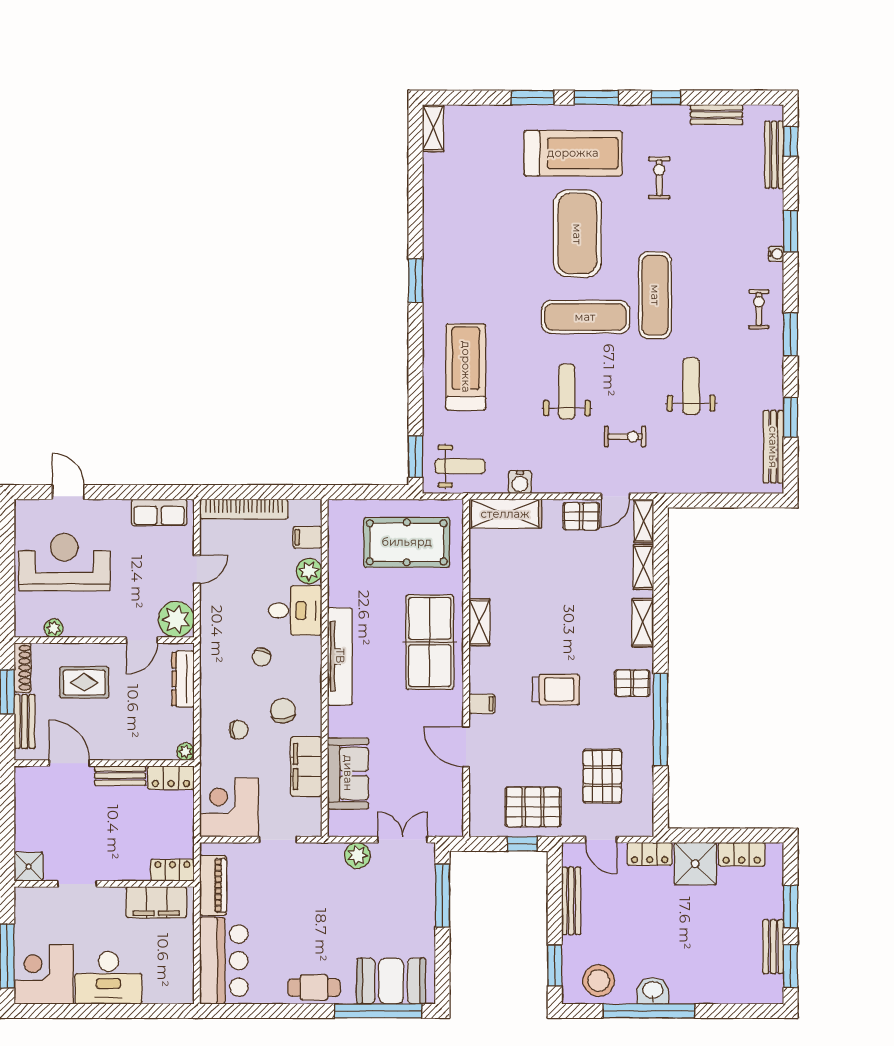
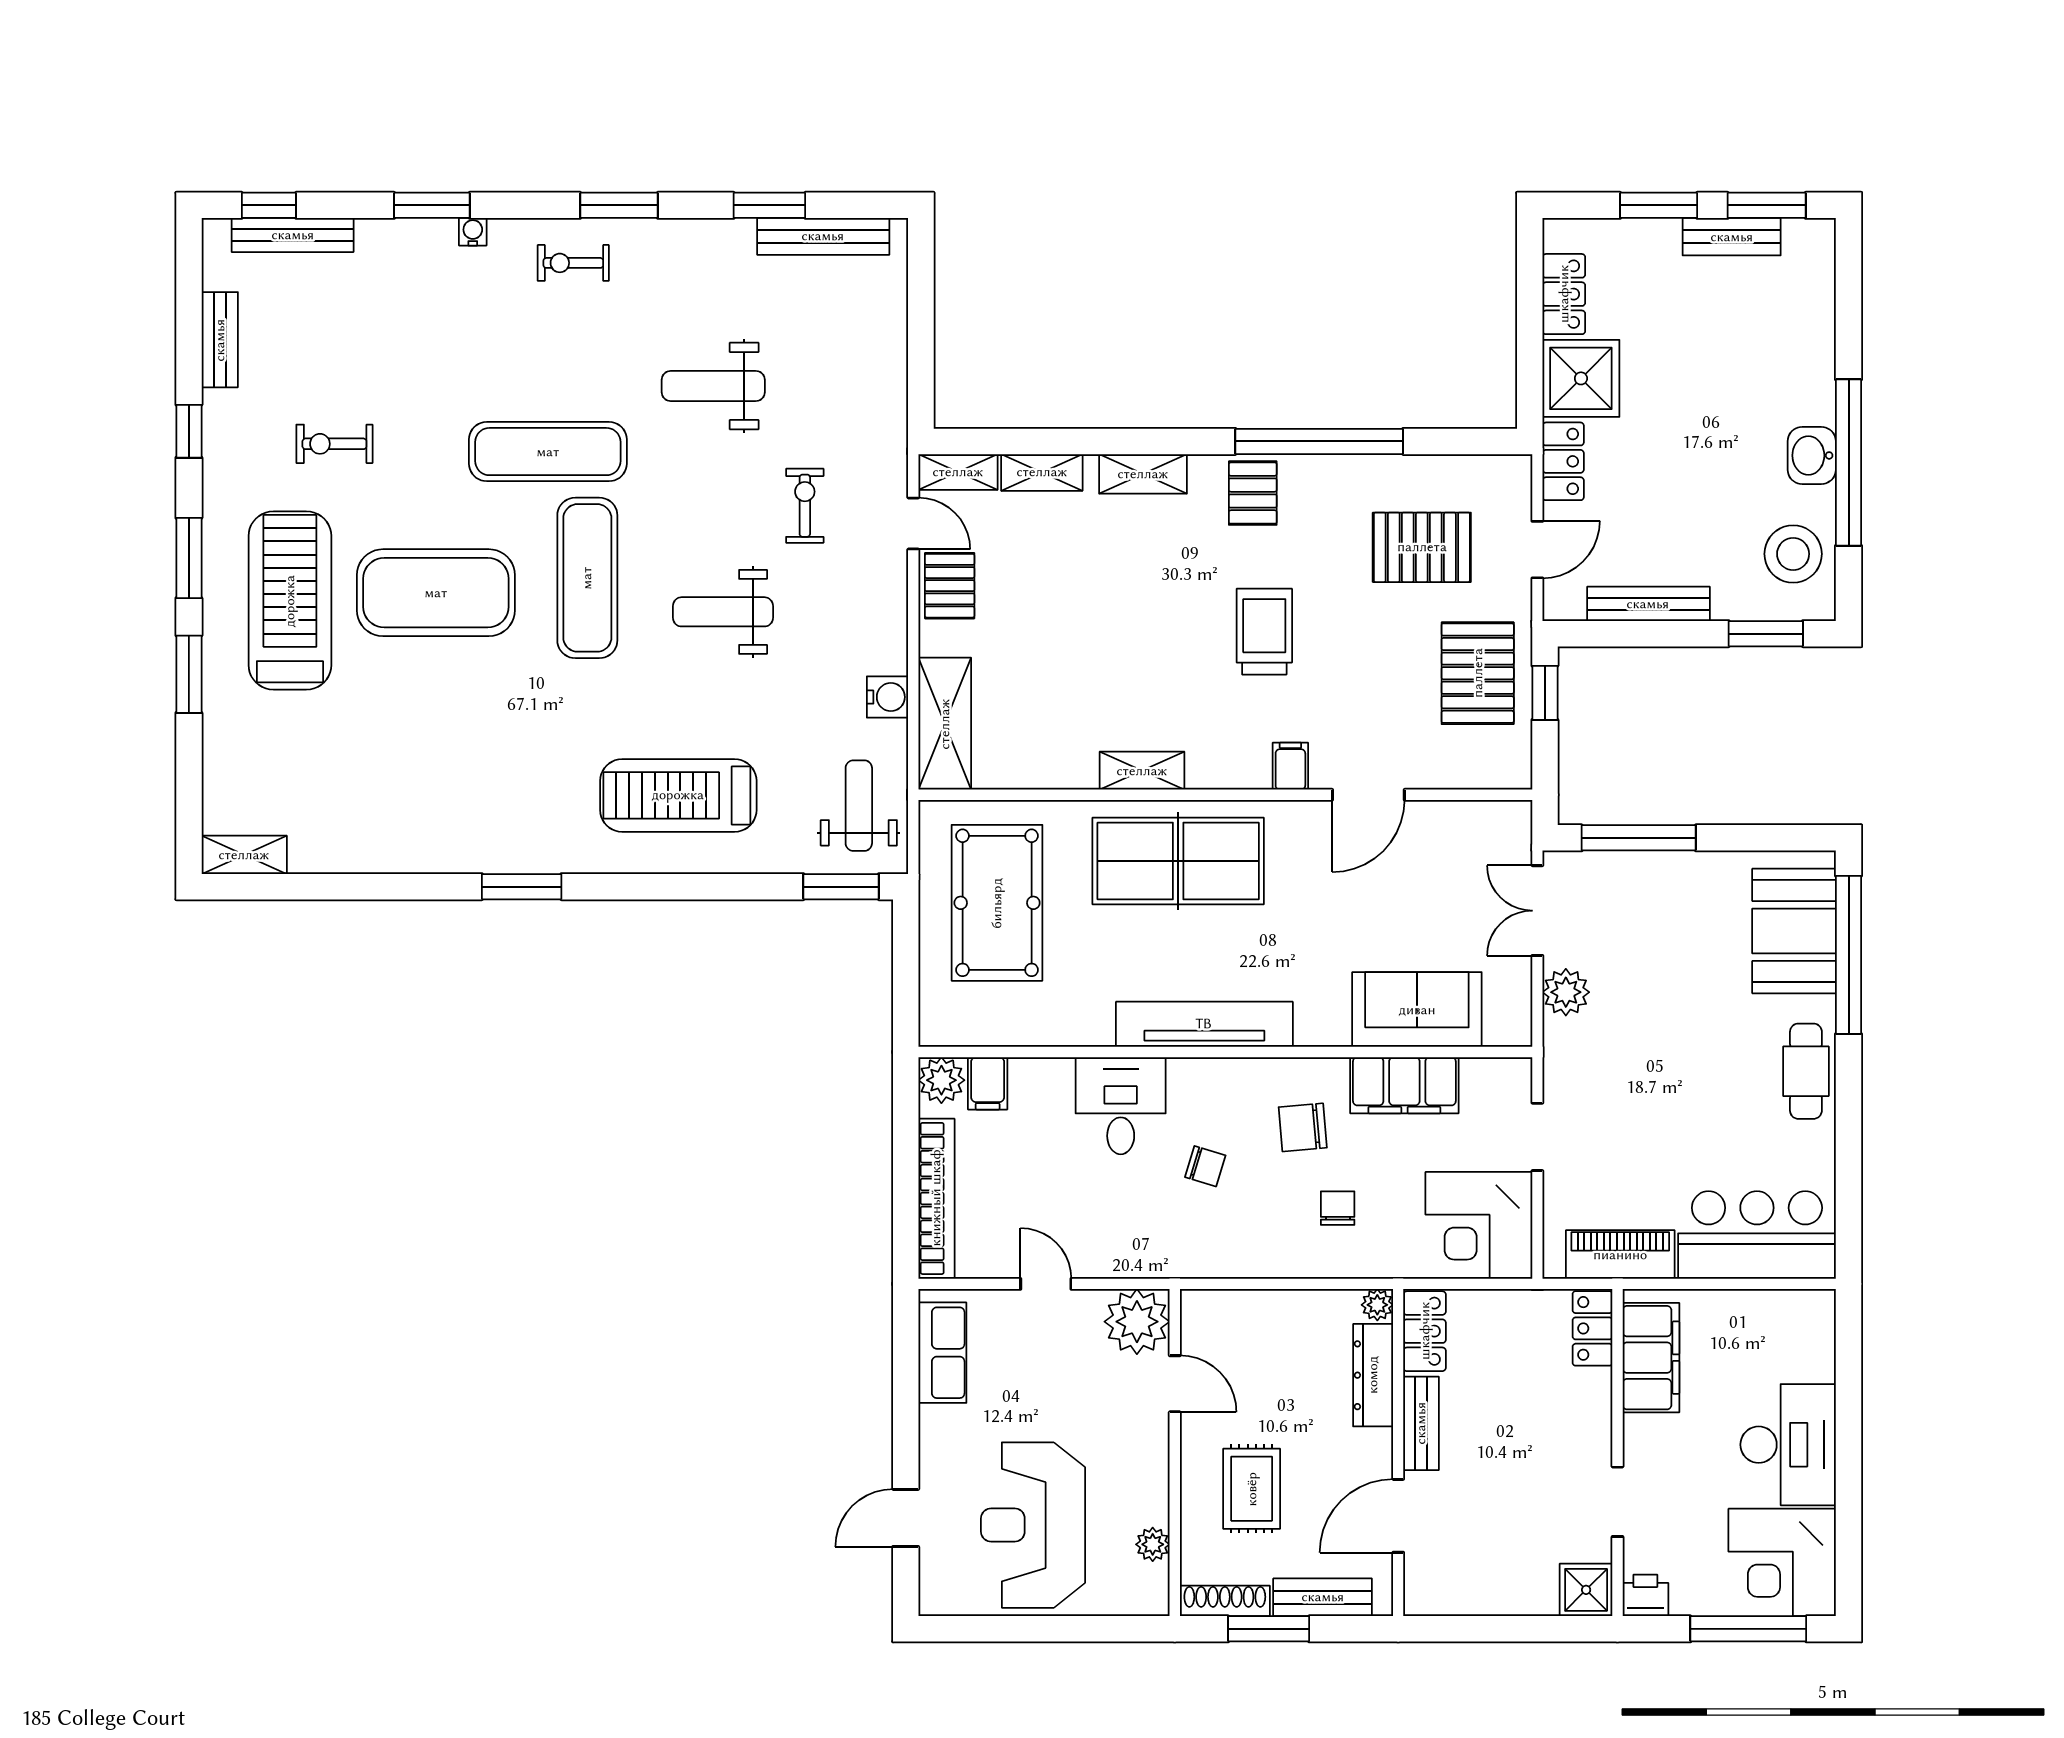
plant: (309, 571) -> (941, 1080), moved
dresser: (183, 679) -> (1373, 1375), moved, turned 90
printer: (26, 899) -> (1645, 1595), added

